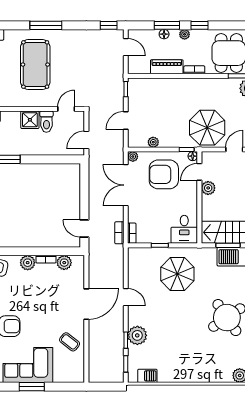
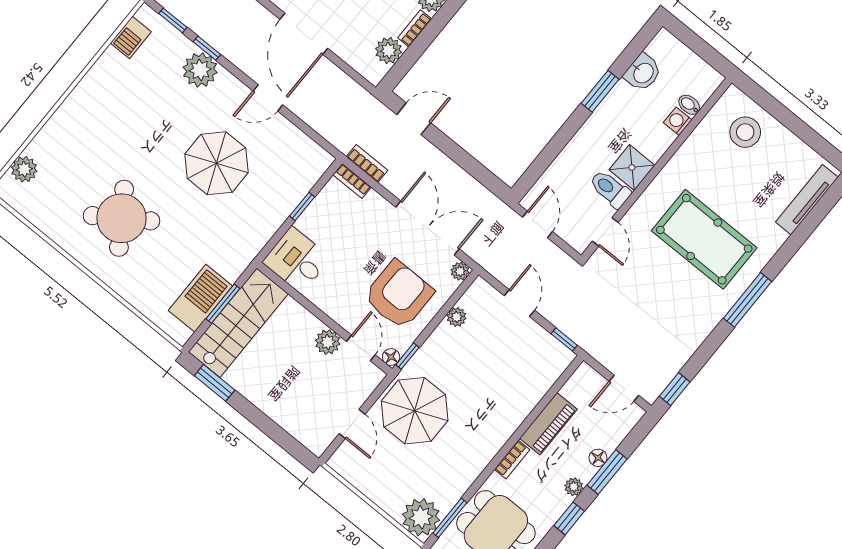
parasol: (177, 274) -> (217, 163), moved

